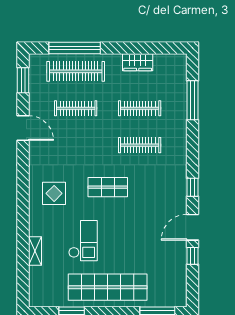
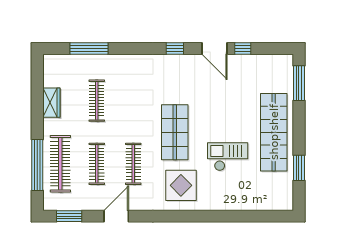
clothes rail: (140, 145) -> (133, 164), moved
shop shelf: (108, 187) -> (175, 132), width x1.43, depth x1.36
display table: (54, 193) -> (181, 185), width x1.36, depth x1.36
shelving: (35, 251) -> (238, 204), removed

